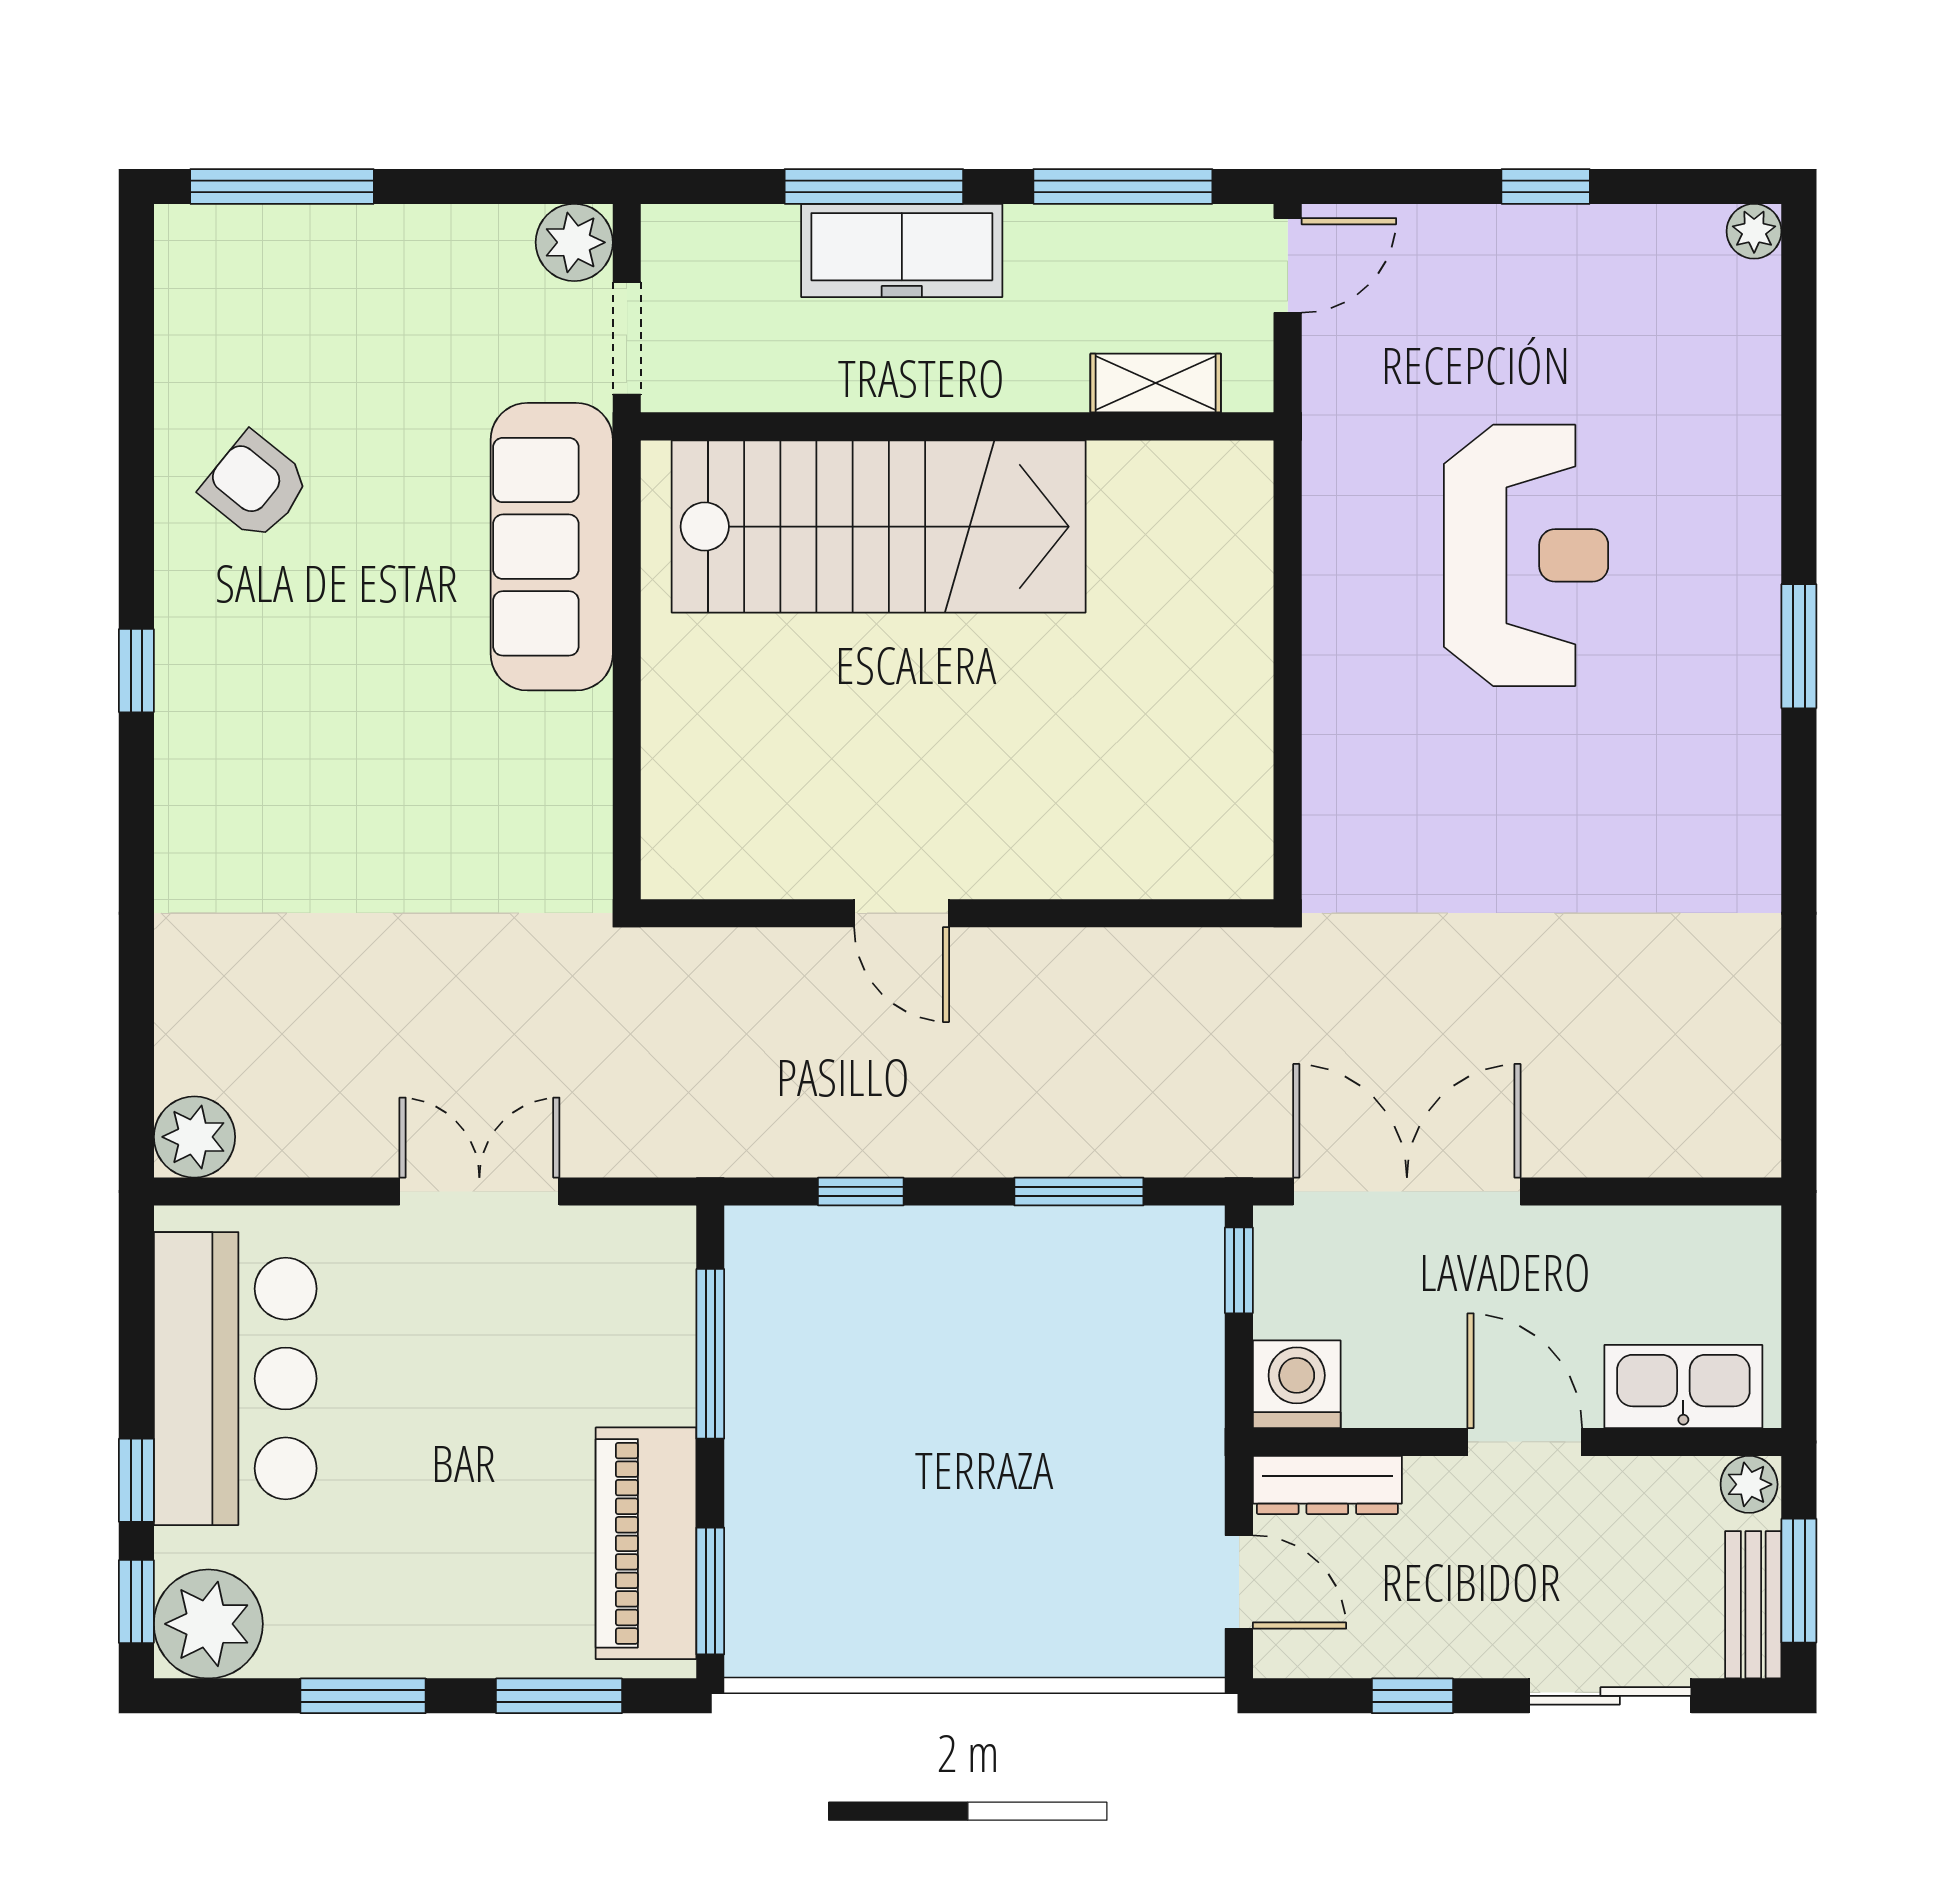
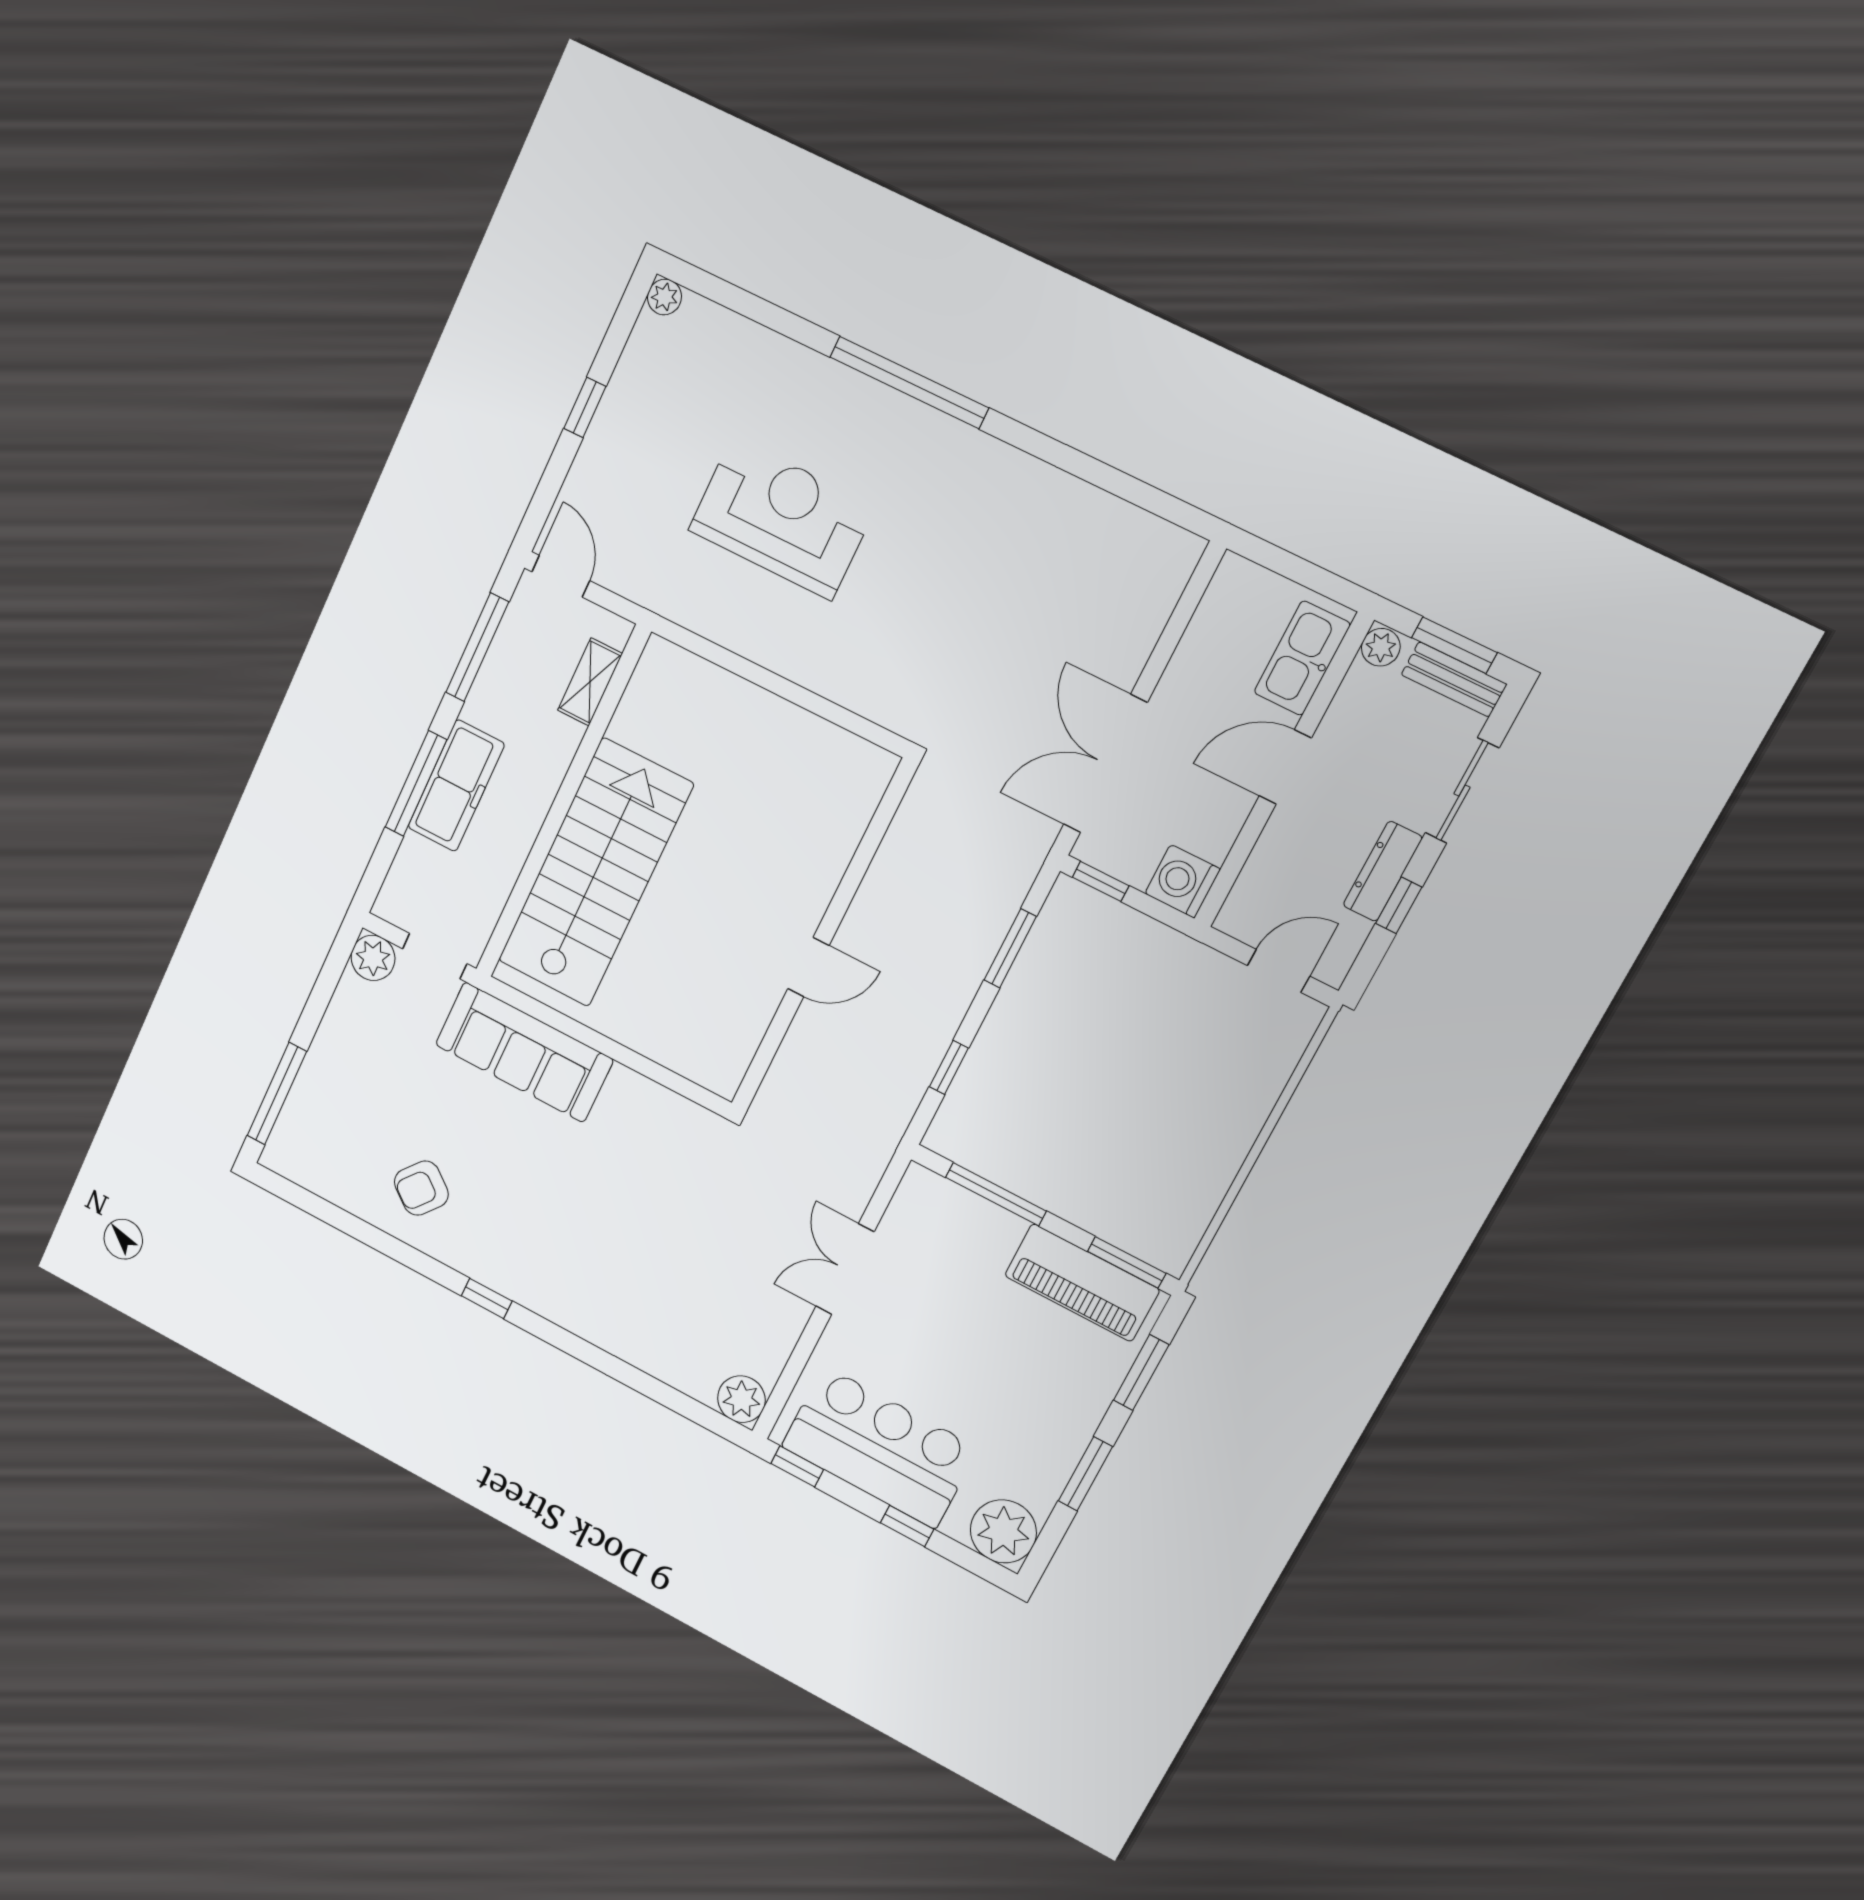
window: (1799, 646) -> (909, 382), width x2.11
dresser: (1327, 1485) -> (1383, 871), moved, turned 180
window: (136, 1602) -> (797, 1466), moved

